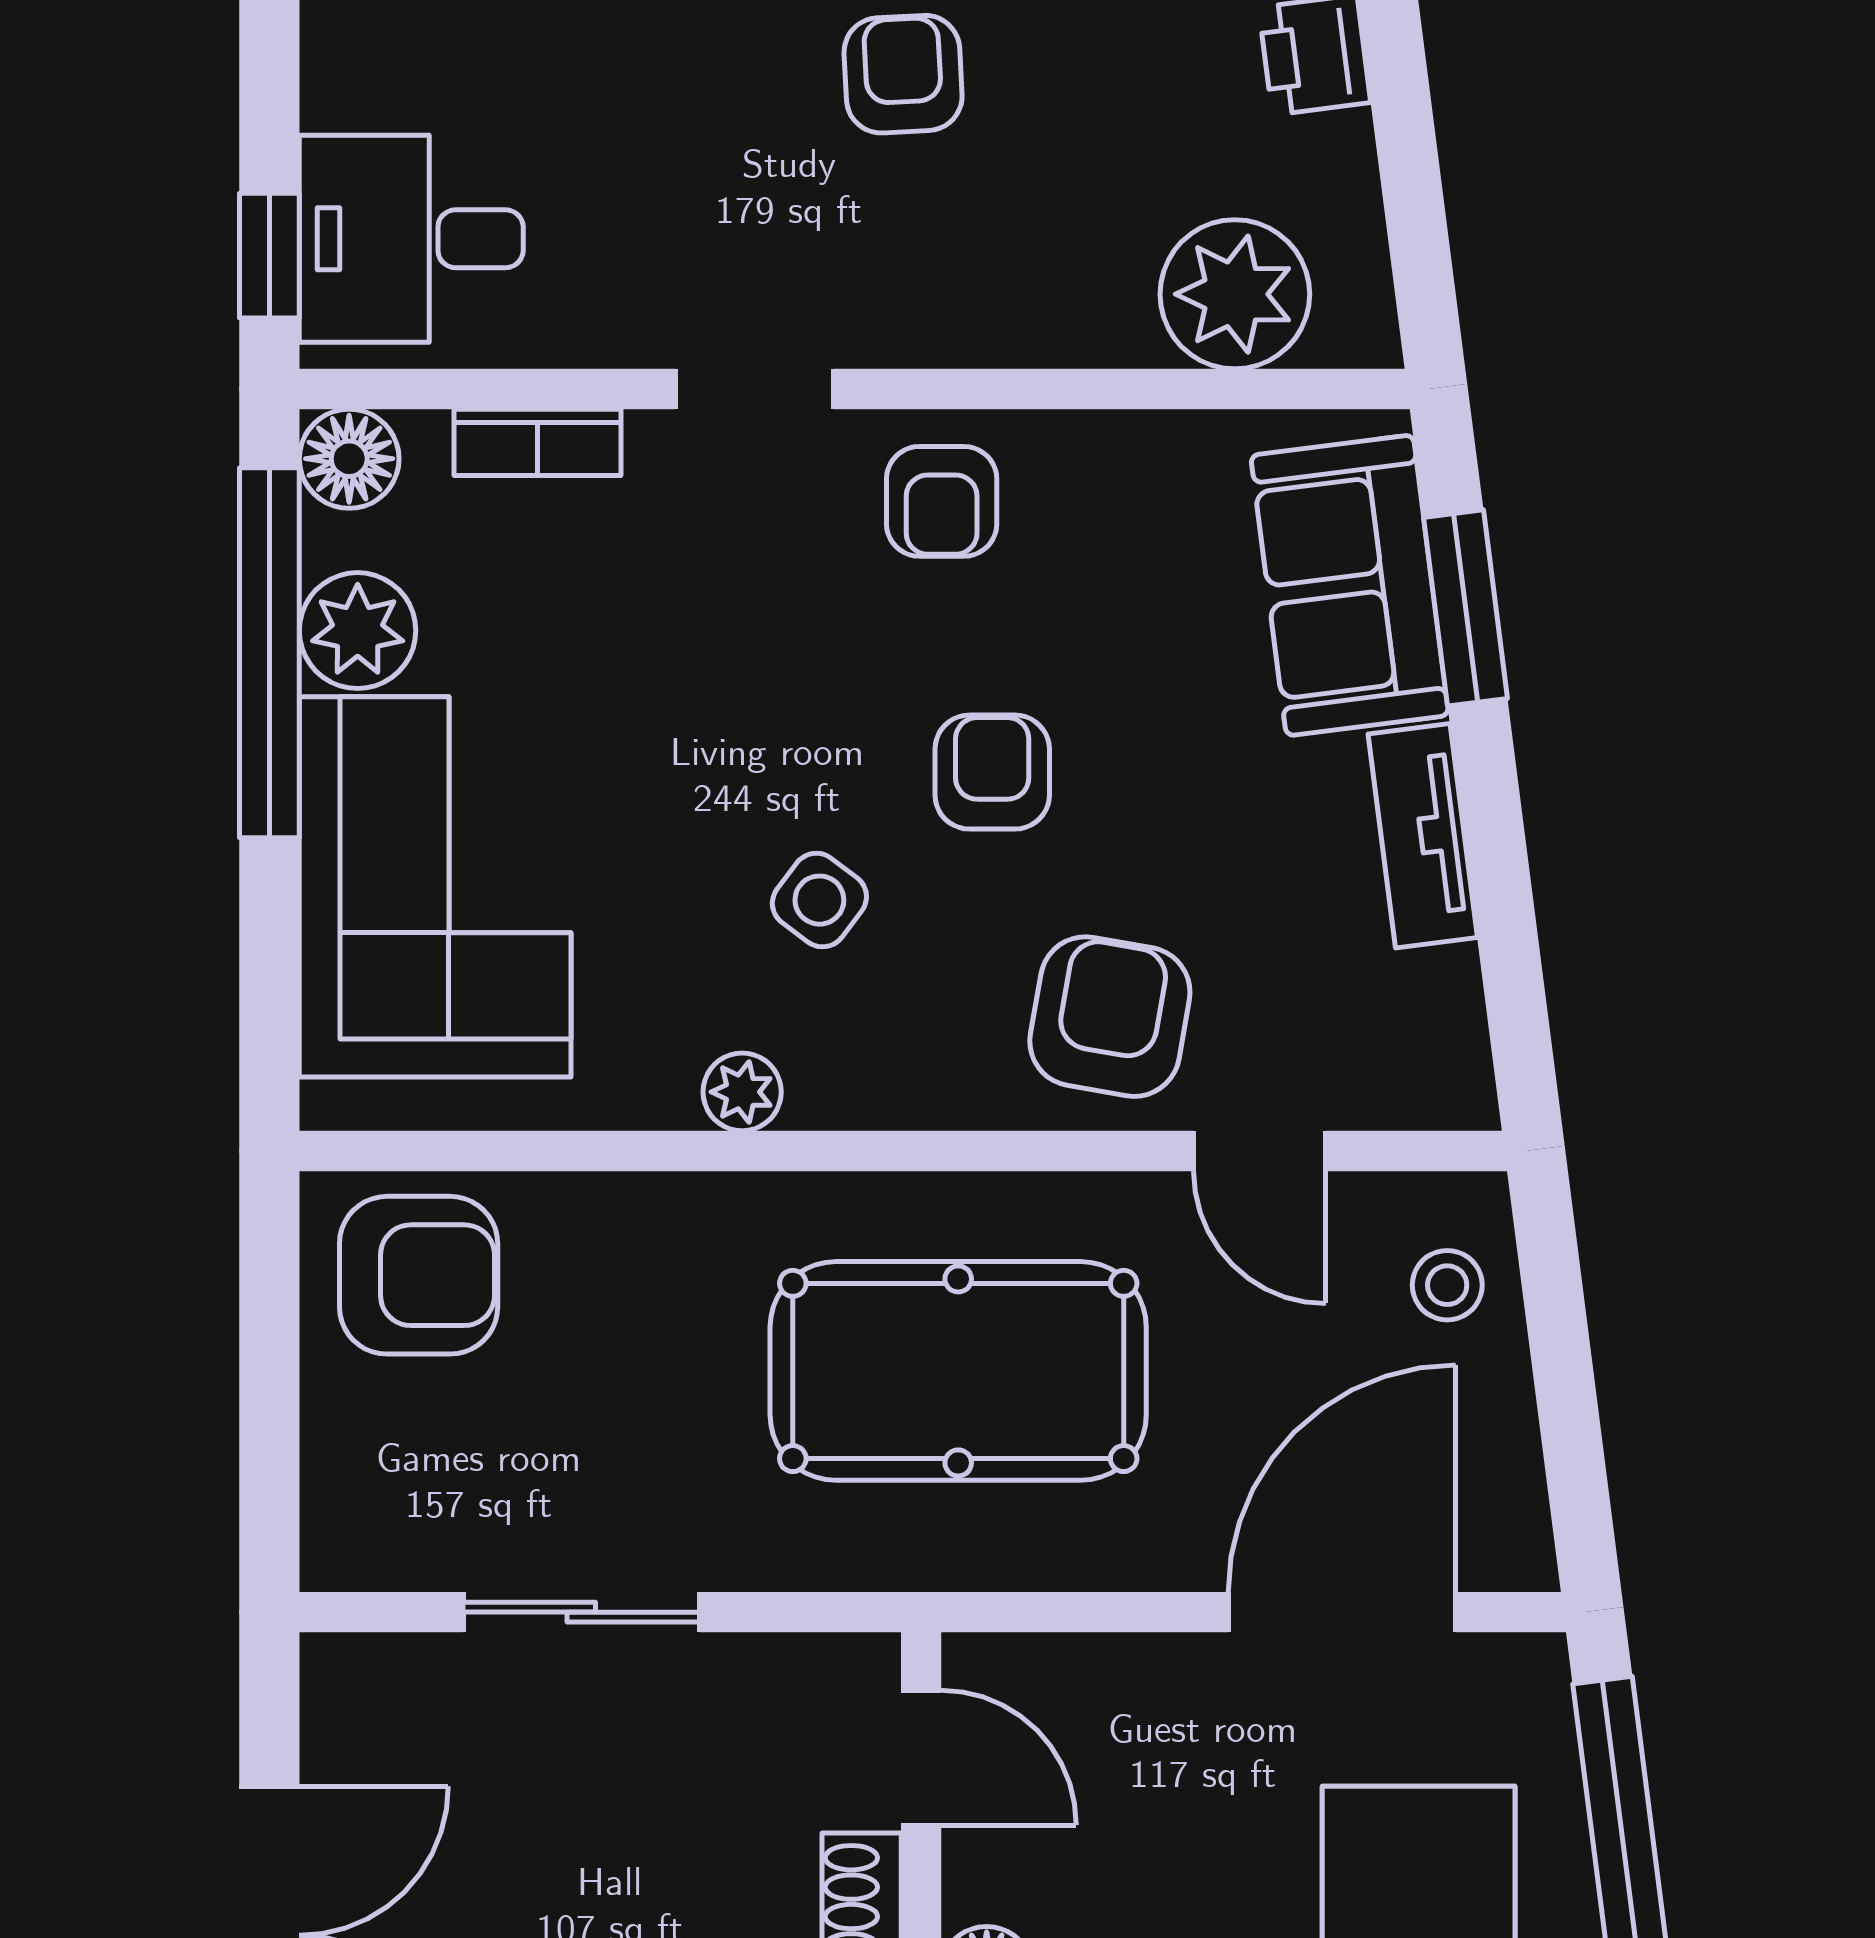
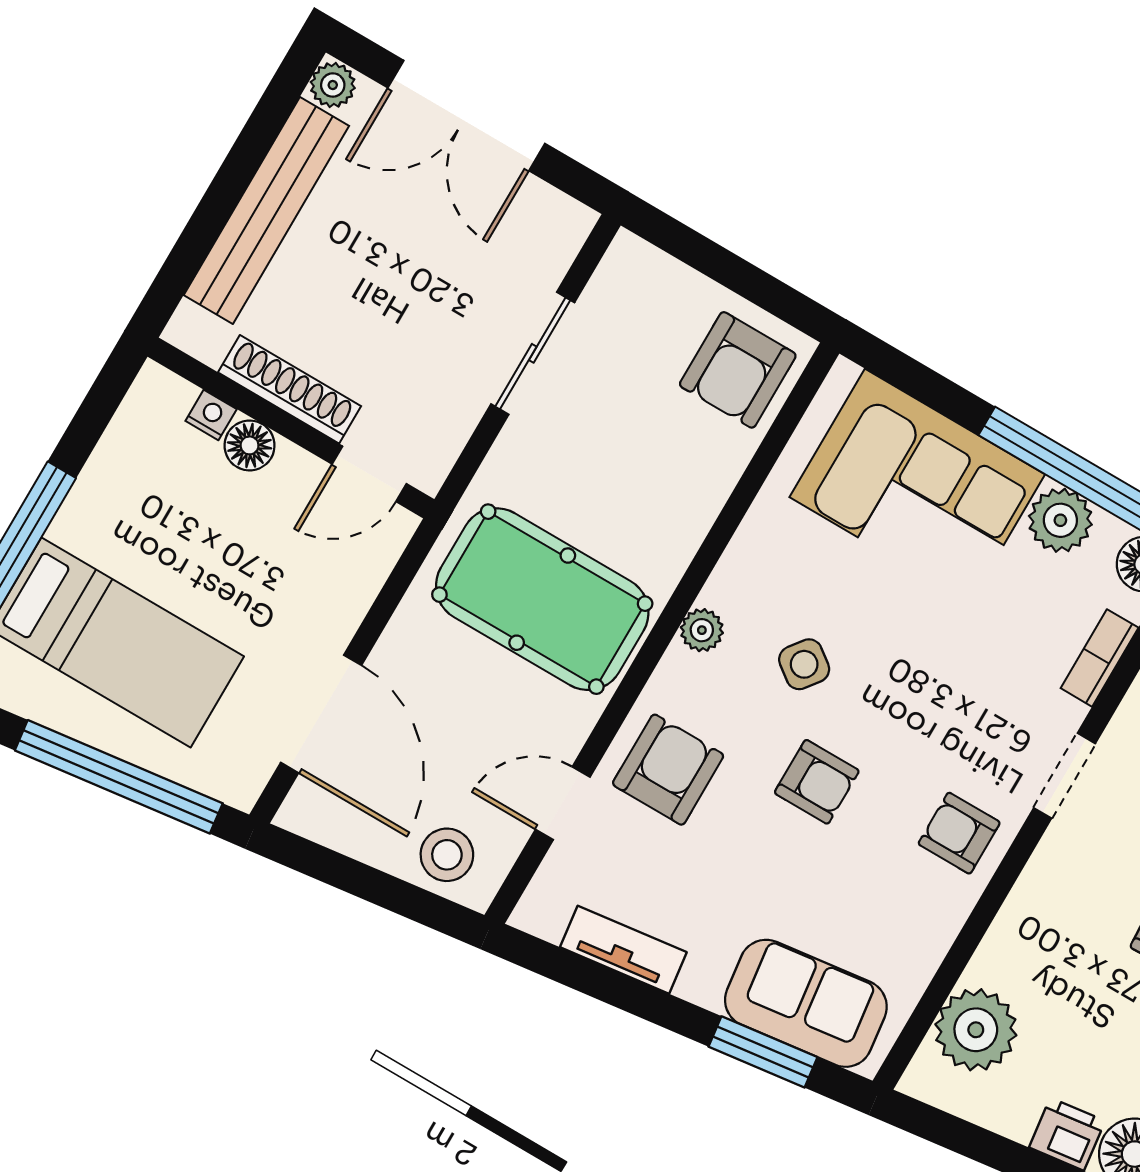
tv unit: (1423, 836) -> (623, 950), moved
armchair: (1110, 1017) -> (668, 770), turned -100
plant: (742, 1092) -> (702, 630), moved
stool: (1447, 1285) -> (447, 855), width x1.37, depth x1.37
pool table: (958, 1371) -> (542, 599), turned 90

